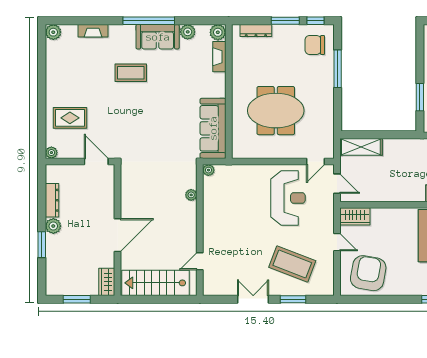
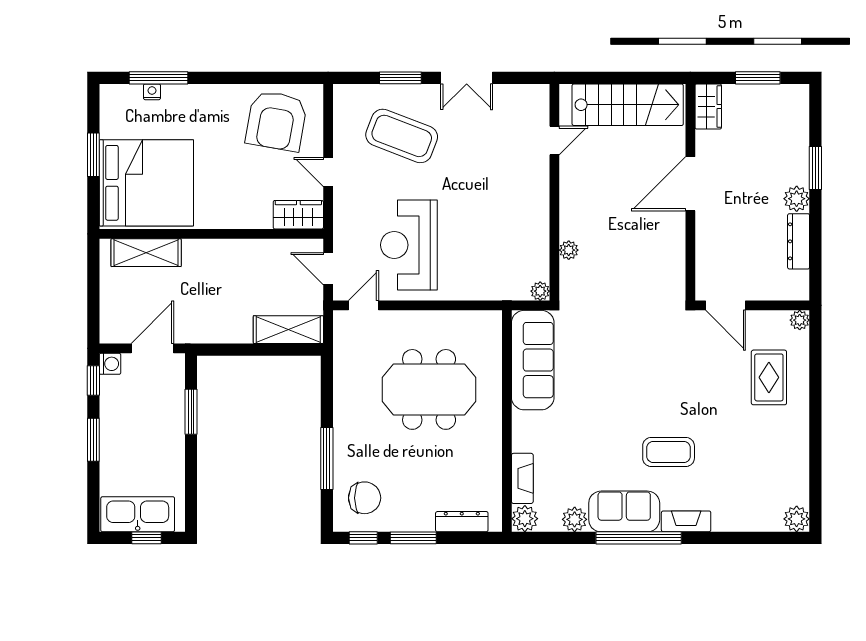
fireplace: (93, 31) -> (686, 521), moved
rug: (70, 118) -> (769, 377), turned 90

